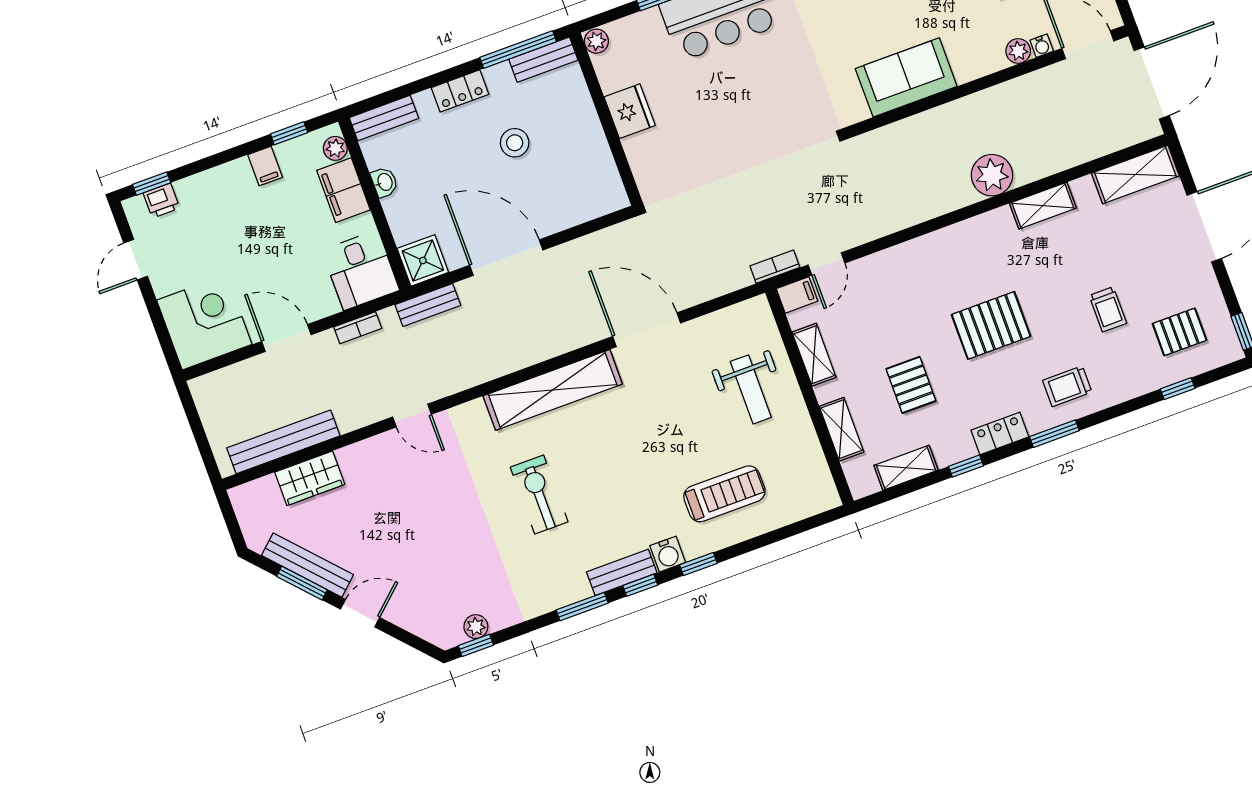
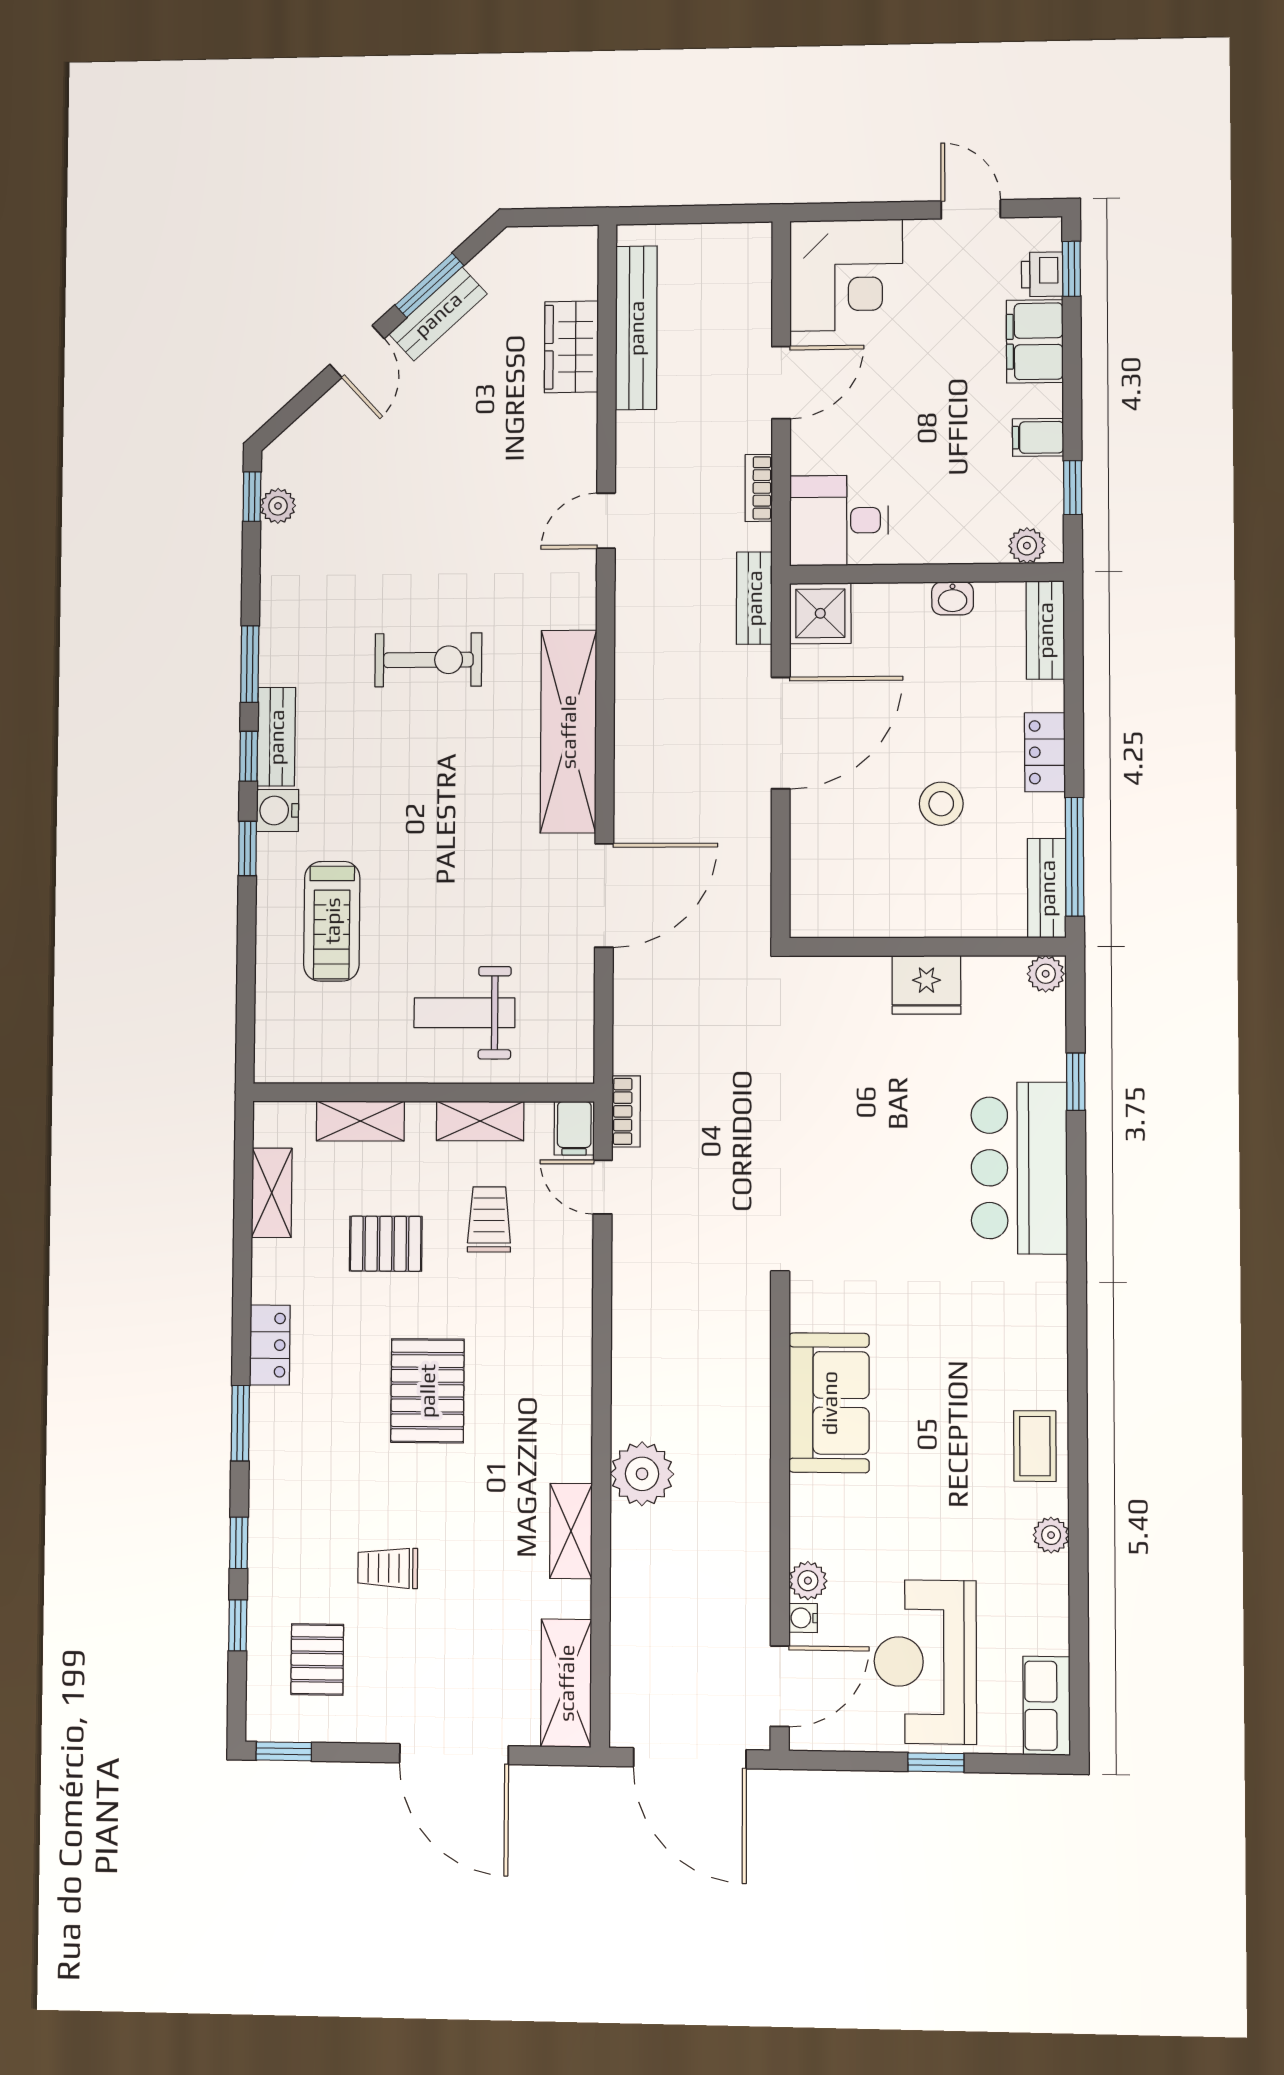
filing cabinet: (344, 190) -> (1035, 341), moved, turned -90
trolley: (1067, 386) -> (489, 1219), moved
window: (966, 466) -> (239, 1543), moved
bench: (307, 565) -> (438, 314), width x0.73

